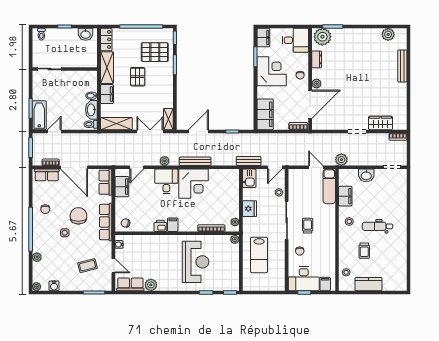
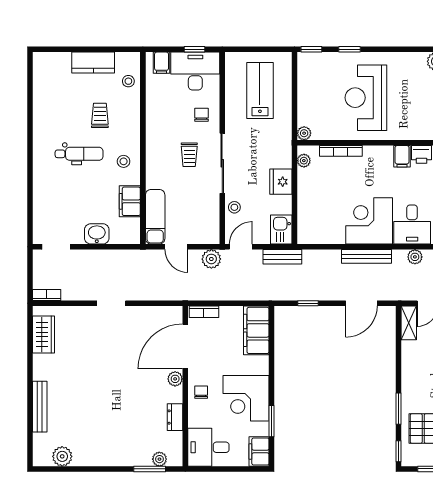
plant: (322, 37) -> (159, 459), width x0.53, depth x0.53
wardrobe: (380, 123) -> (43, 335), moved, turned -90
plant: (341, 160) -> (211, 259), moved
lab bench: (259, 255) -> (260, 90), moved

